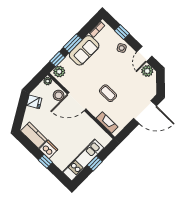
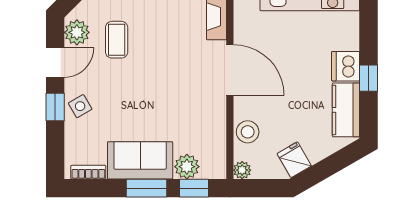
window: (122, 32) -> (55, 107), moved
plant: (59, 72) -> (187, 167), moved
coffee table: (108, 93) -> (117, 40), moved
door: (77, 102) -> (230, 70), moved
window: (45, 161) -> (369, 78), moved

